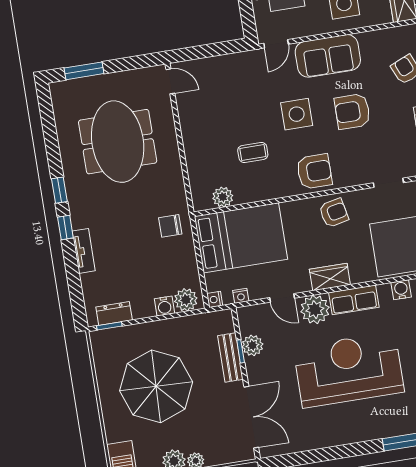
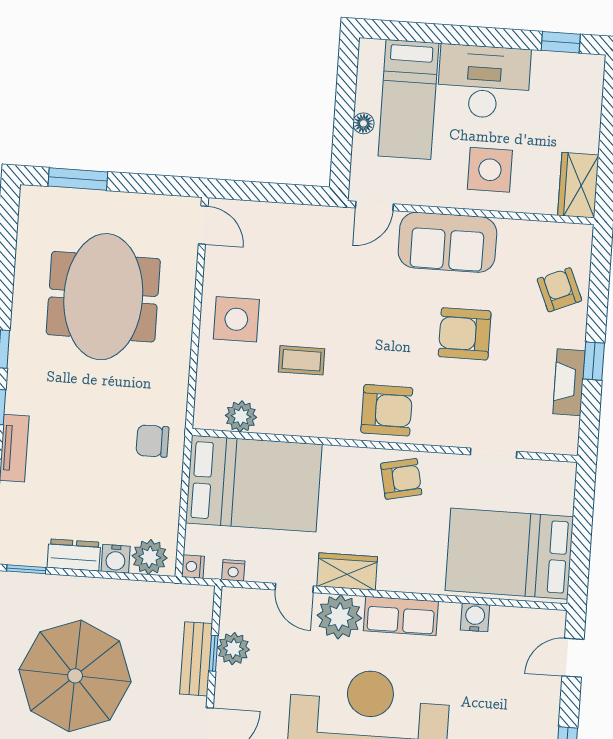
side table: (297, 114) -> (236, 319), moved
wardrobe: (330, 277) -> (347, 572), moved
dresser: (114, 314) -> (74, 555), moved

